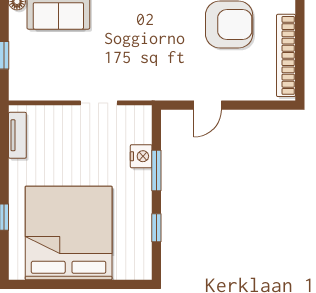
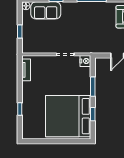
nightstand: (141, 156) -> (85, 61), moved
bed: (69, 233) -> (68, 116), moved, turned -90

